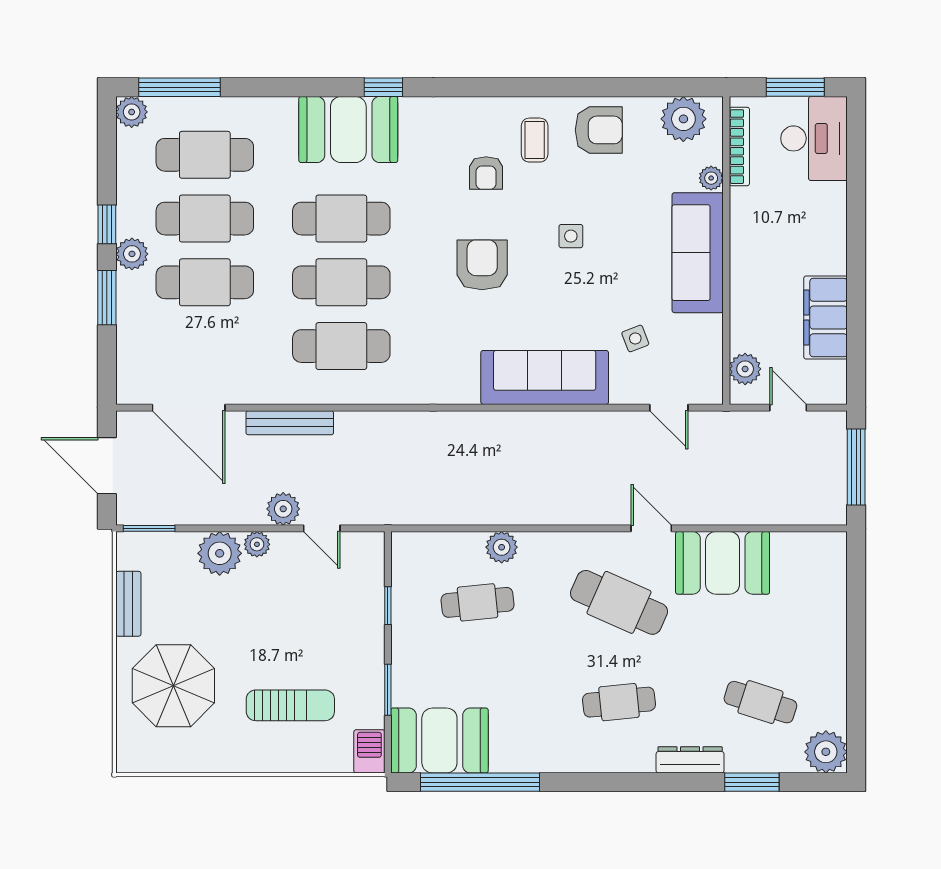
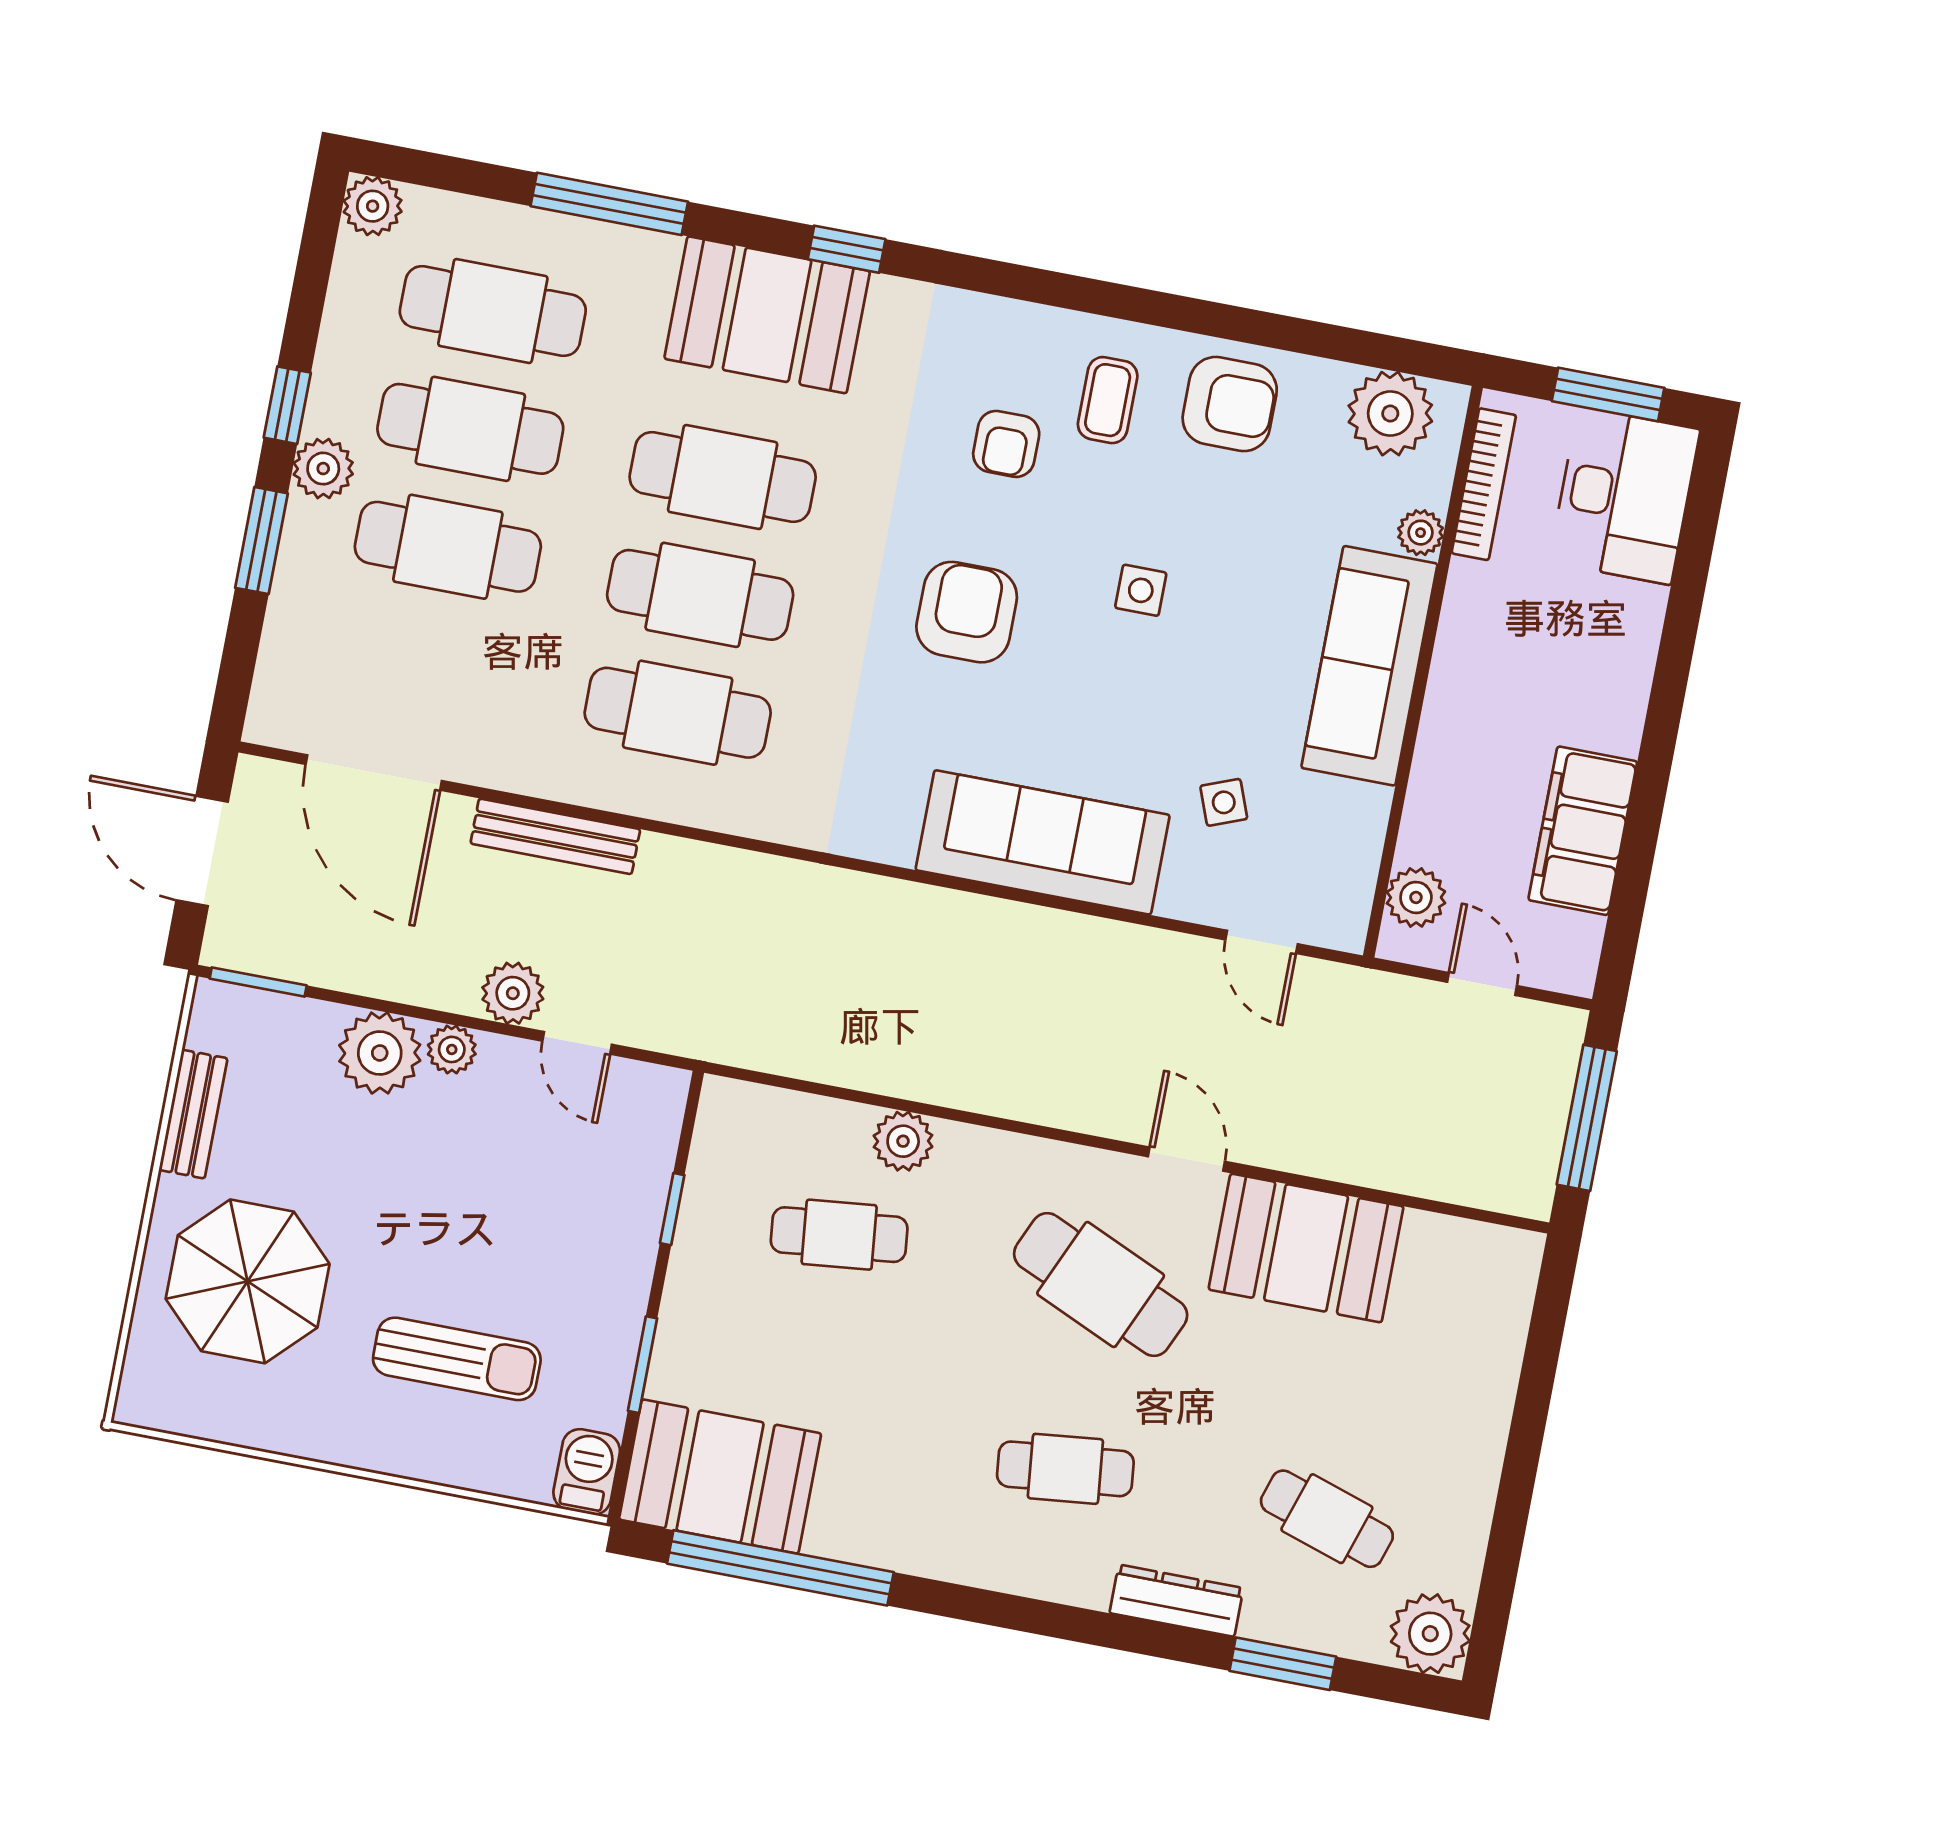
window: (179, 87) -> (609, 204), moved

